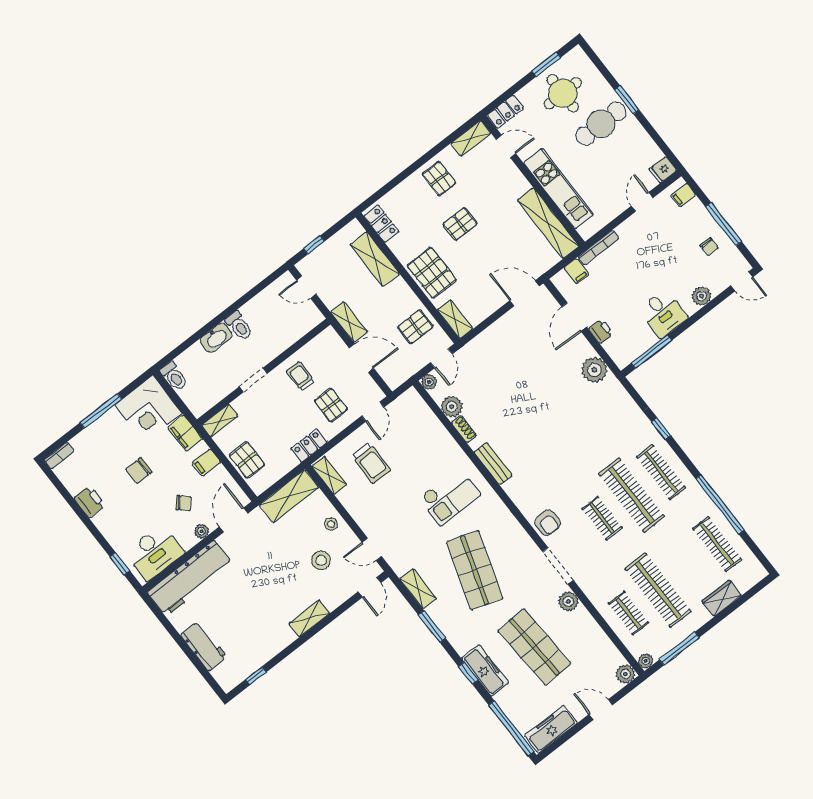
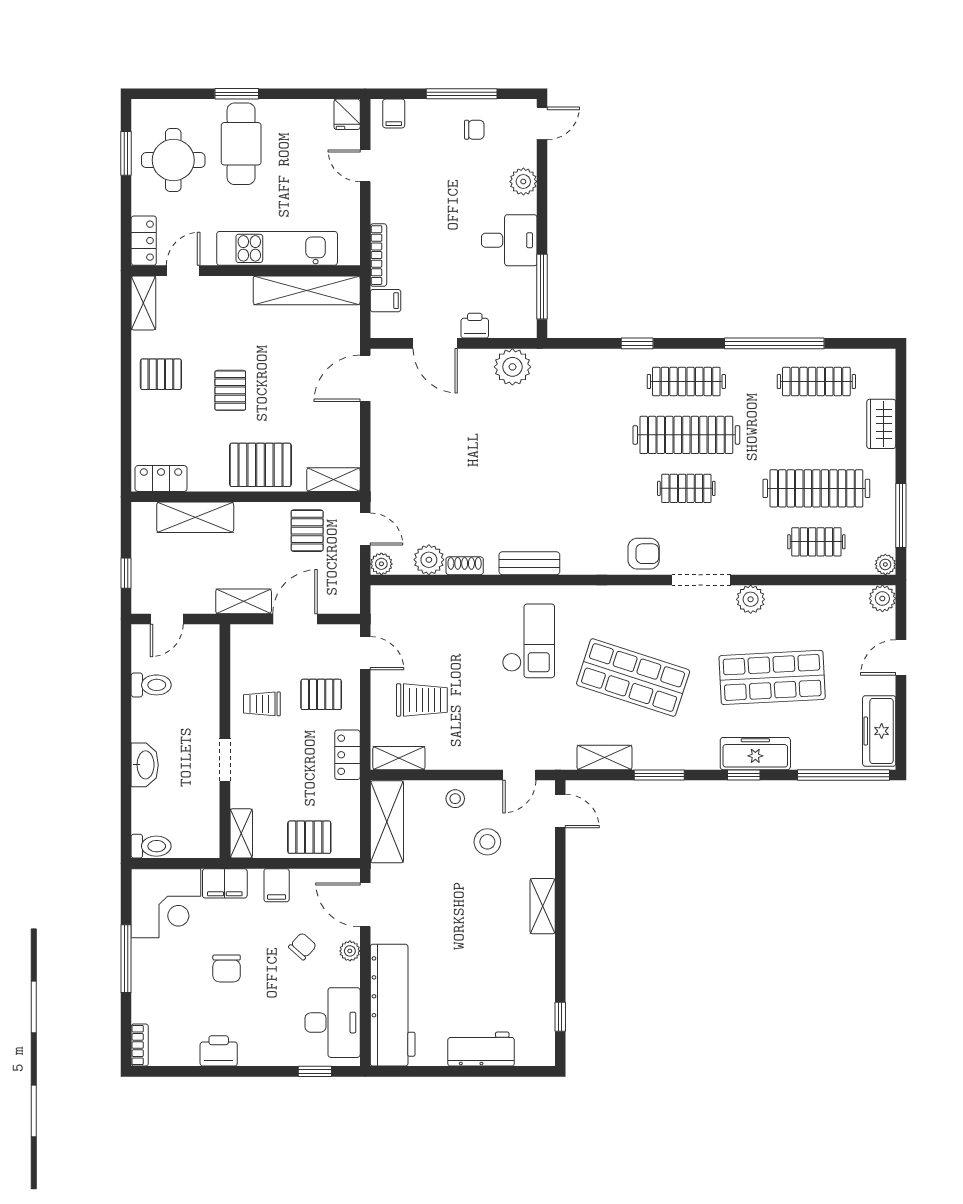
toilet: (239, 326) -> (151, 685), moved

